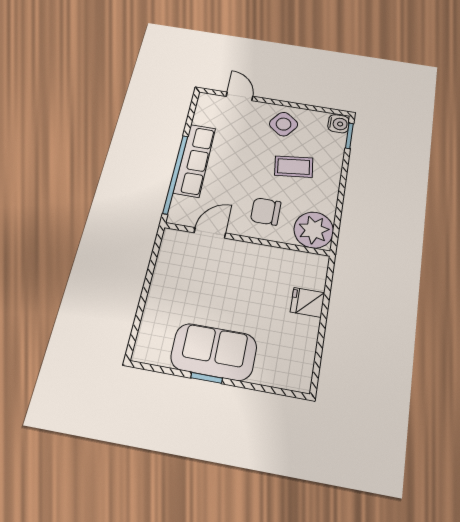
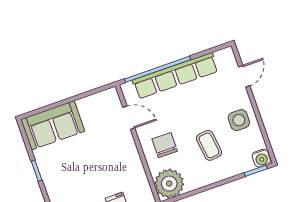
side table: (284, 124) -> (239, 120), turned -37
row of seats: (195, 160) -> (175, 76), width x1.36
sofa: (214, 352) -> (53, 125), moved, turned 90

